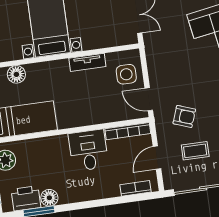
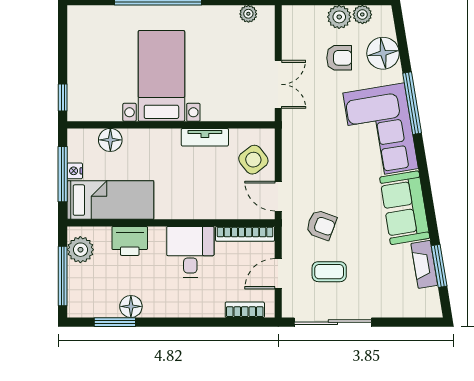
side table: (126, 74) -> (253, 160), turned -38
printer: (26, 198) -> (130, 241), moved, turned 180

